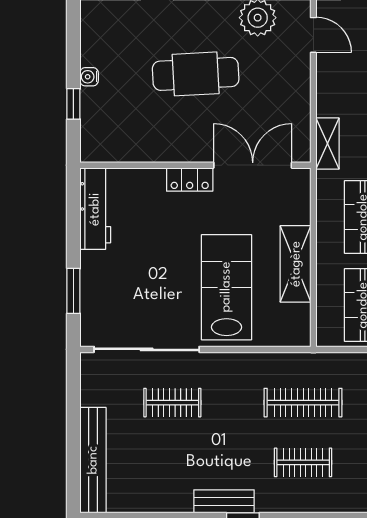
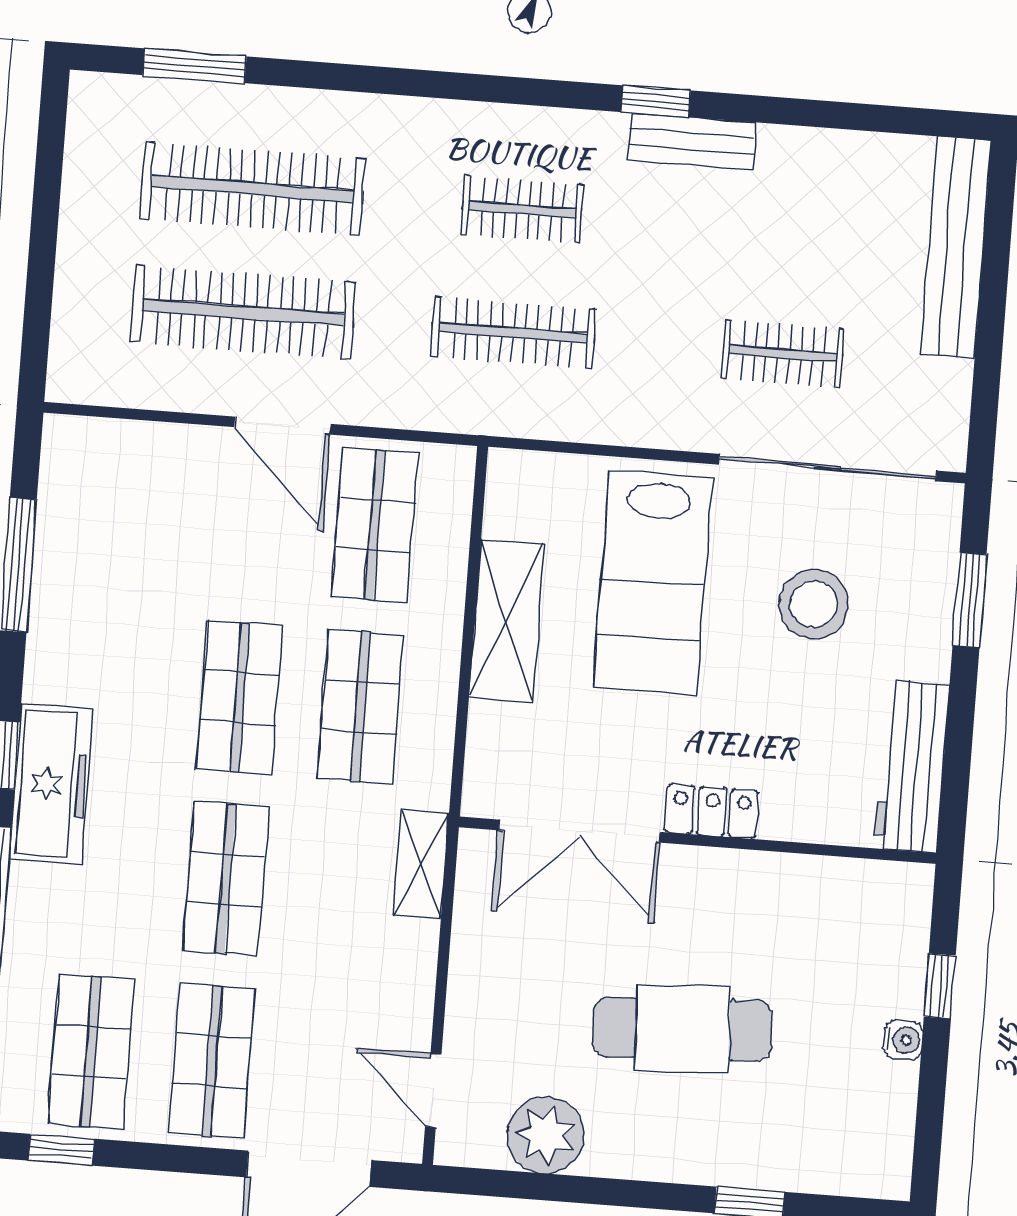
stool: (148, 283) -> (814, 604), added

